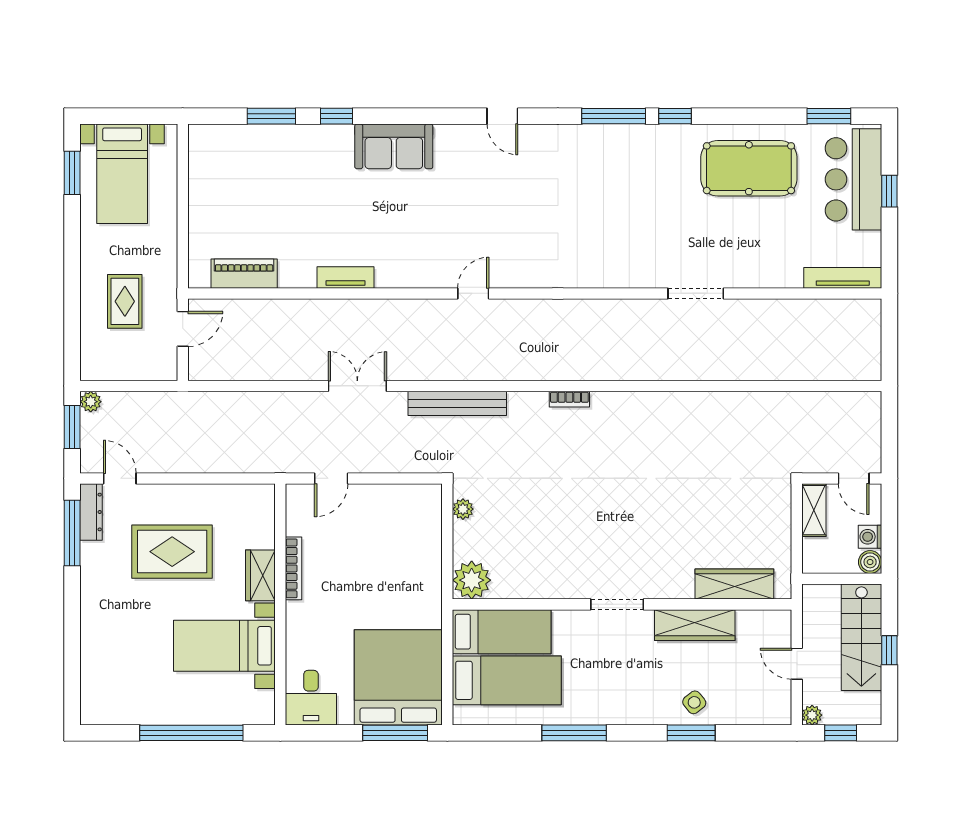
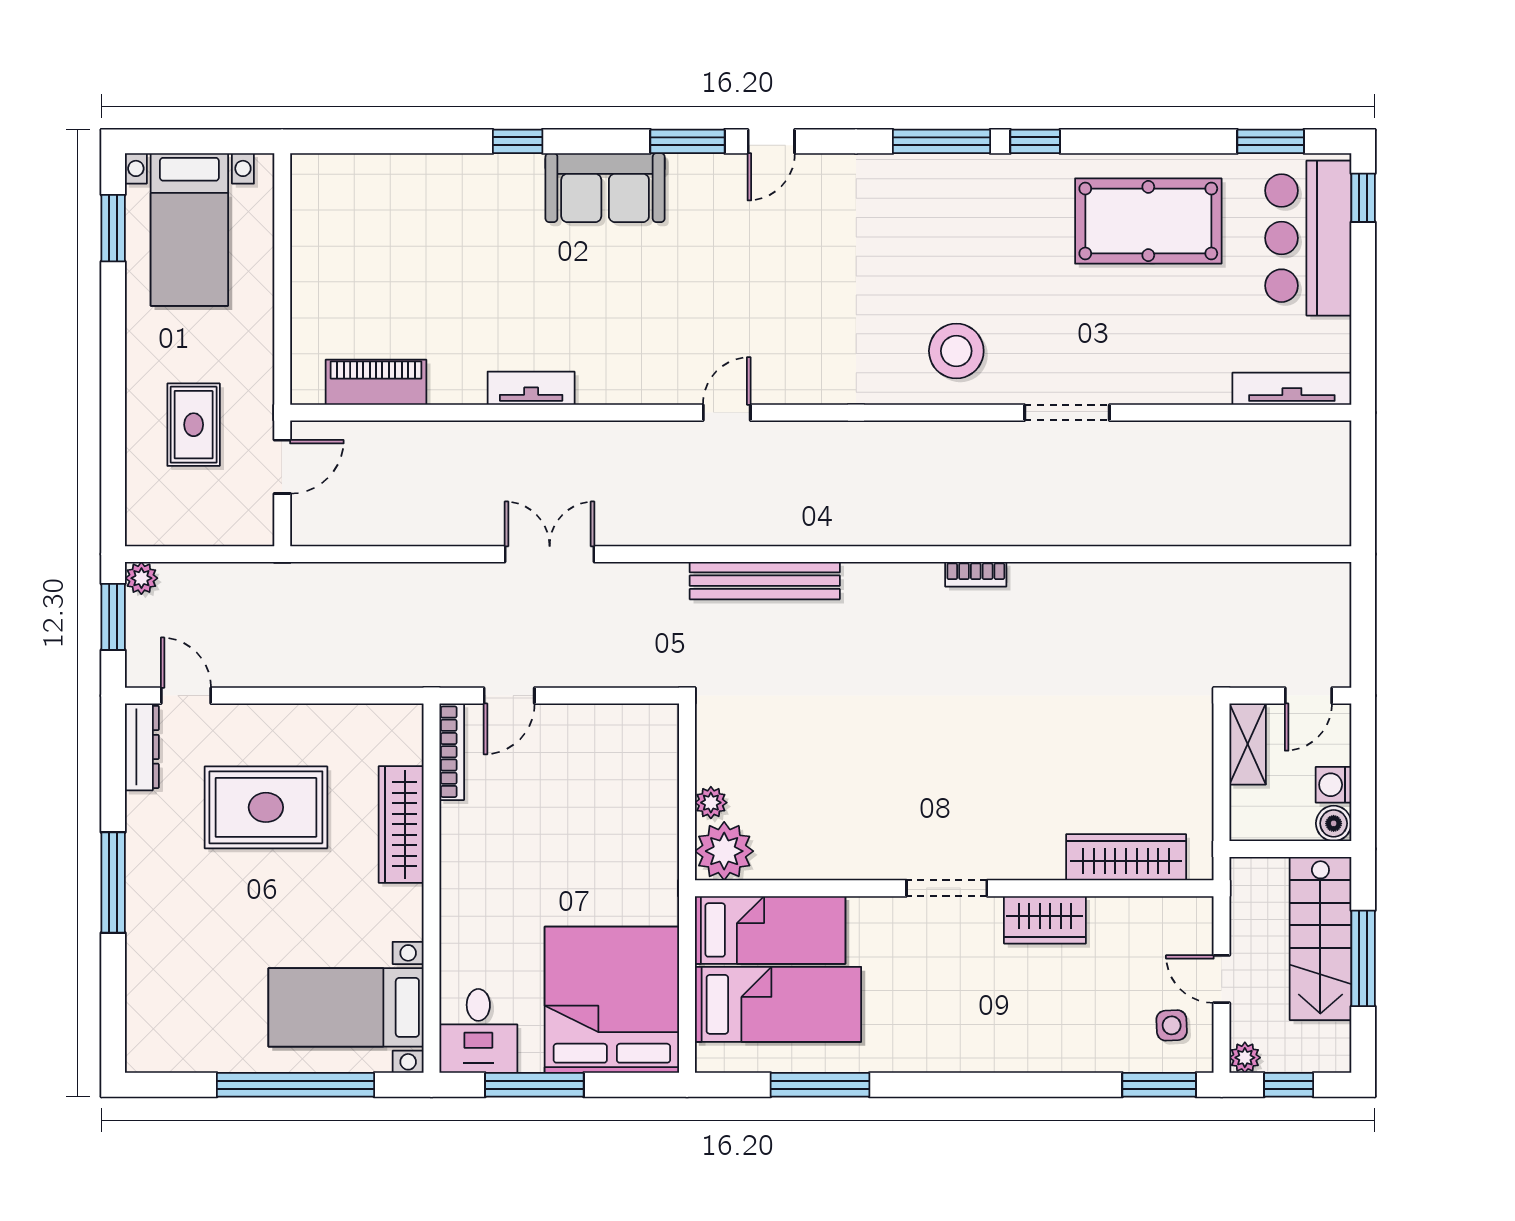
window: (271, 116) -> (687, 141), moved
door: (502, 116) -> (771, 141), hinge flipped
window: (889, 191) -> (1363, 198), moved
stool: (623, 253) -> (956, 351), added
bookcase: (569, 399) -> (976, 574), moved
bench: (457, 403) -> (765, 581), moved
door: (854, 478) -> (1308, 696), hinge flipped
plant: (463, 509) -> (711, 803), moved
window: (72, 533) -> (113, 882), moved
bookcase: (294, 568) -> (452, 752), moved
wardrobe: (260, 575) -> (401, 824), width x1.50
wardrobe: (695, 625) -> (1045, 920), width x0.67
bed with nightstands: (224, 646) -> (346, 1007), moved
window: (889, 650) -> (1363, 958), width x2.17
side table: (694, 702) -> (1172, 1025), moved, turned 36
window: (395, 733) -> (534, 1085), moved
window: (574, 733) -> (820, 1085), moved
window: (691, 733) -> (1159, 1085), moved

